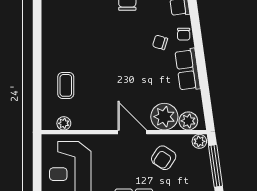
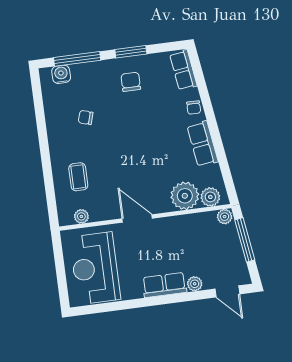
chair: (160, 42) -> (86, 117), moved
door: (132, 132) -> (137, 218), moved
armchair: (164, 158) -> (190, 238), removed

